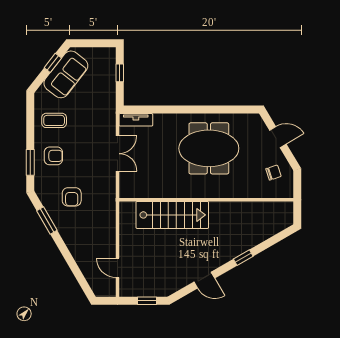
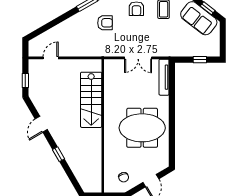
tv unit: (136, 120) -> (164, 77), width x1.41
meeting table: (209, 148) -> (142, 128), turned 90
armchair: (72, 197) -> (105, 23), turned 180

